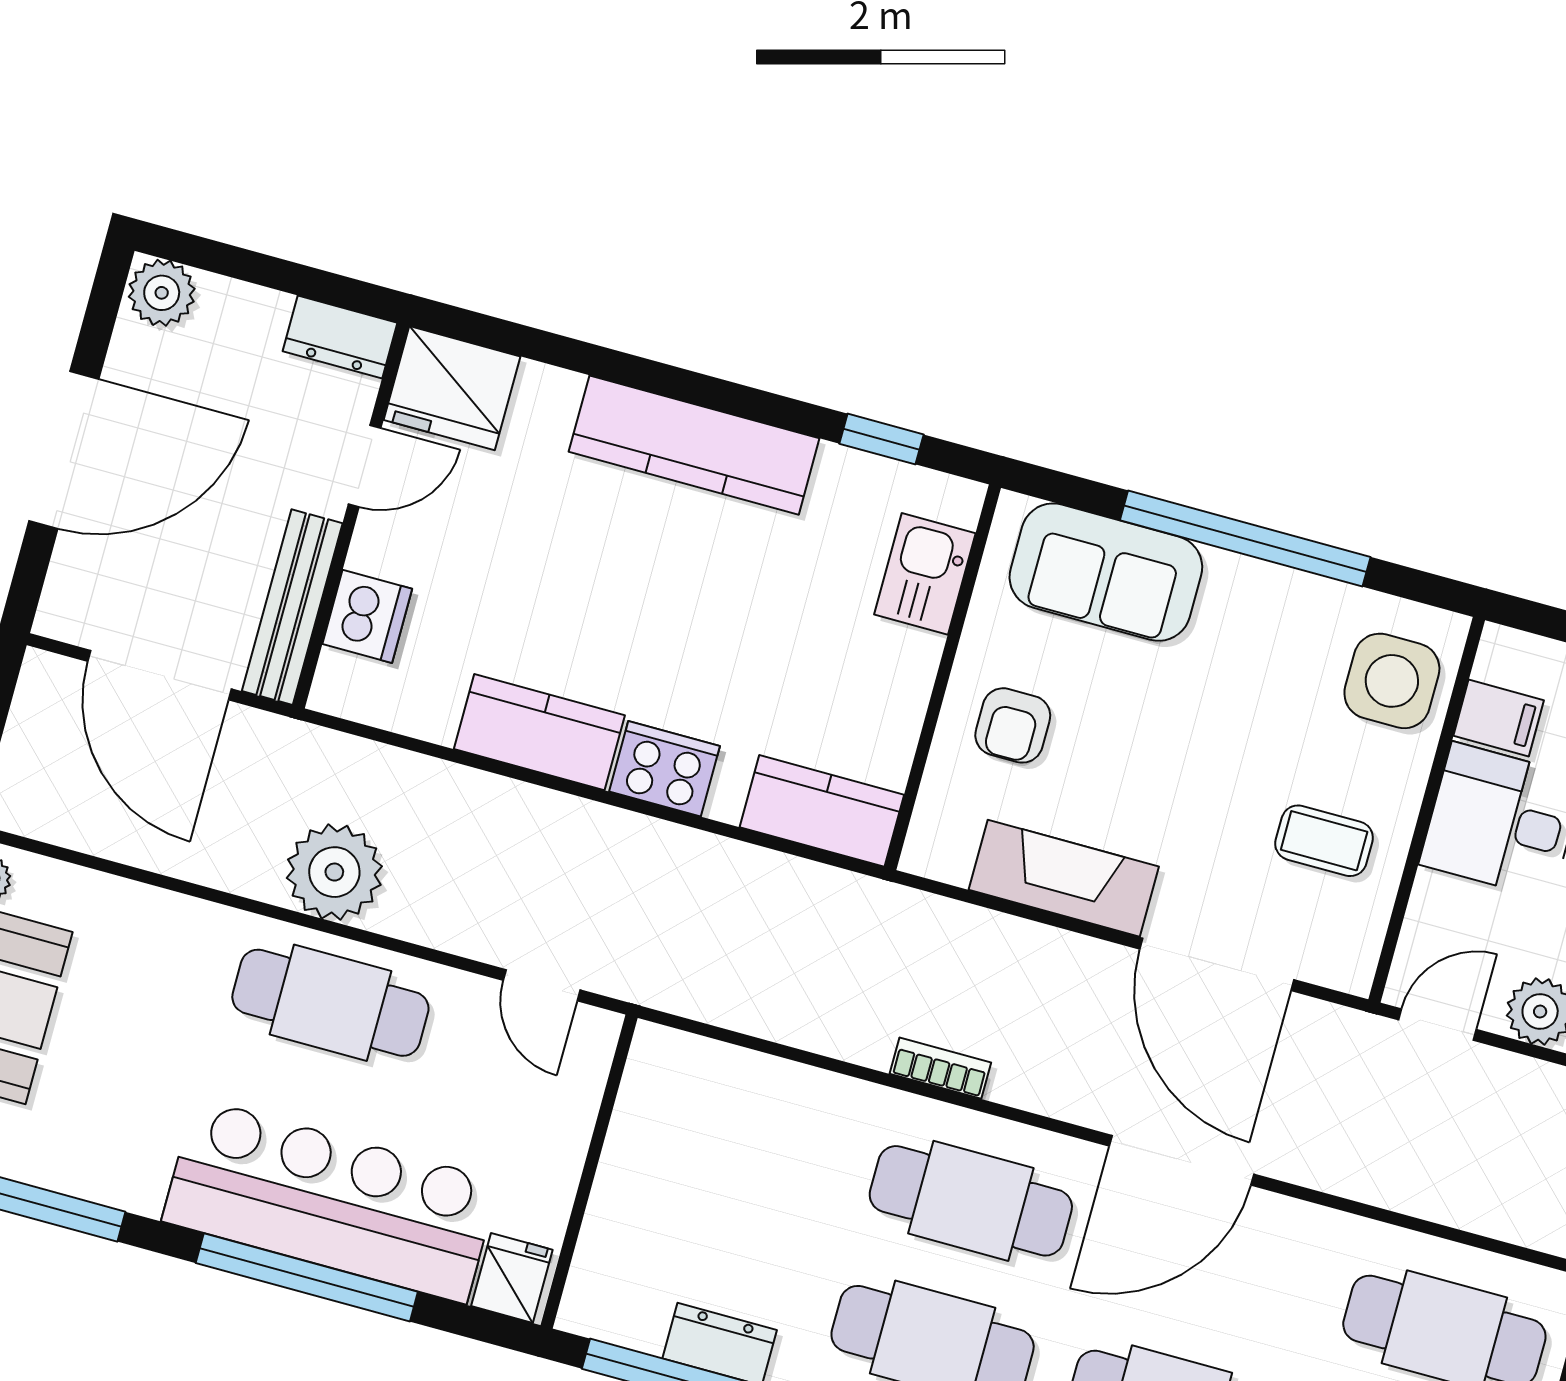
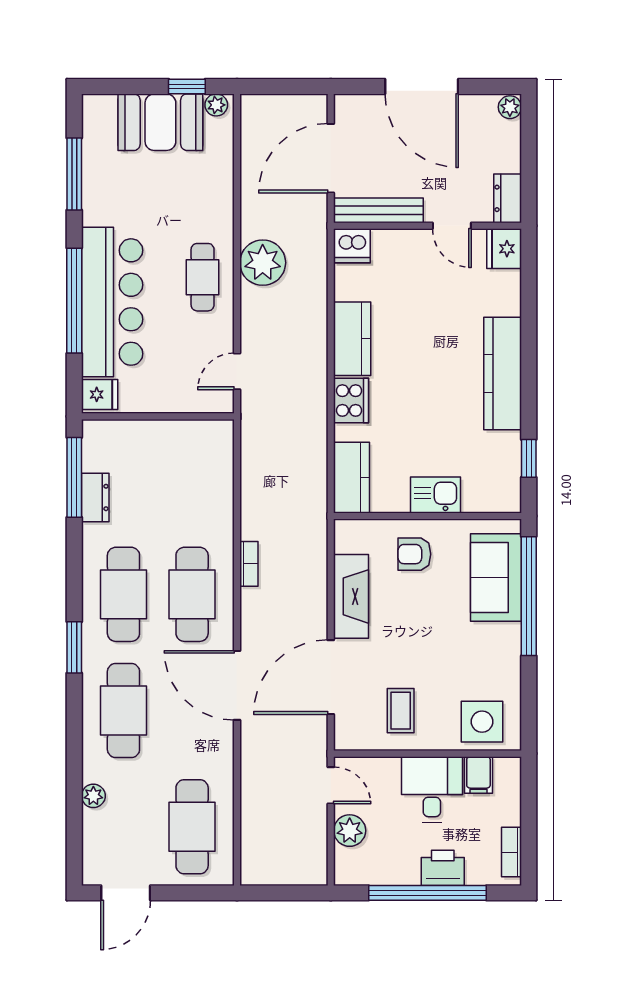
plant: (162, 293) -> (510, 107), width x0.73, depth x0.73
fridge: (452, 388) -> (504, 249), width x0.73, depth x0.75
window: (1245, 539) -> (529, 596), moved
kitchen sink: (925, 574) -> (435, 495), moved
dishwasher: (367, 616) -> (352, 246), moved
cafe table: (330, 1003) -> (203, 277), width x0.73, depth x0.74

